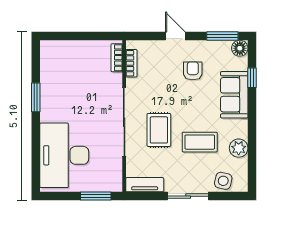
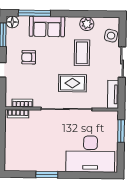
window: (252, 78) -> (34, 13), width x2.17

